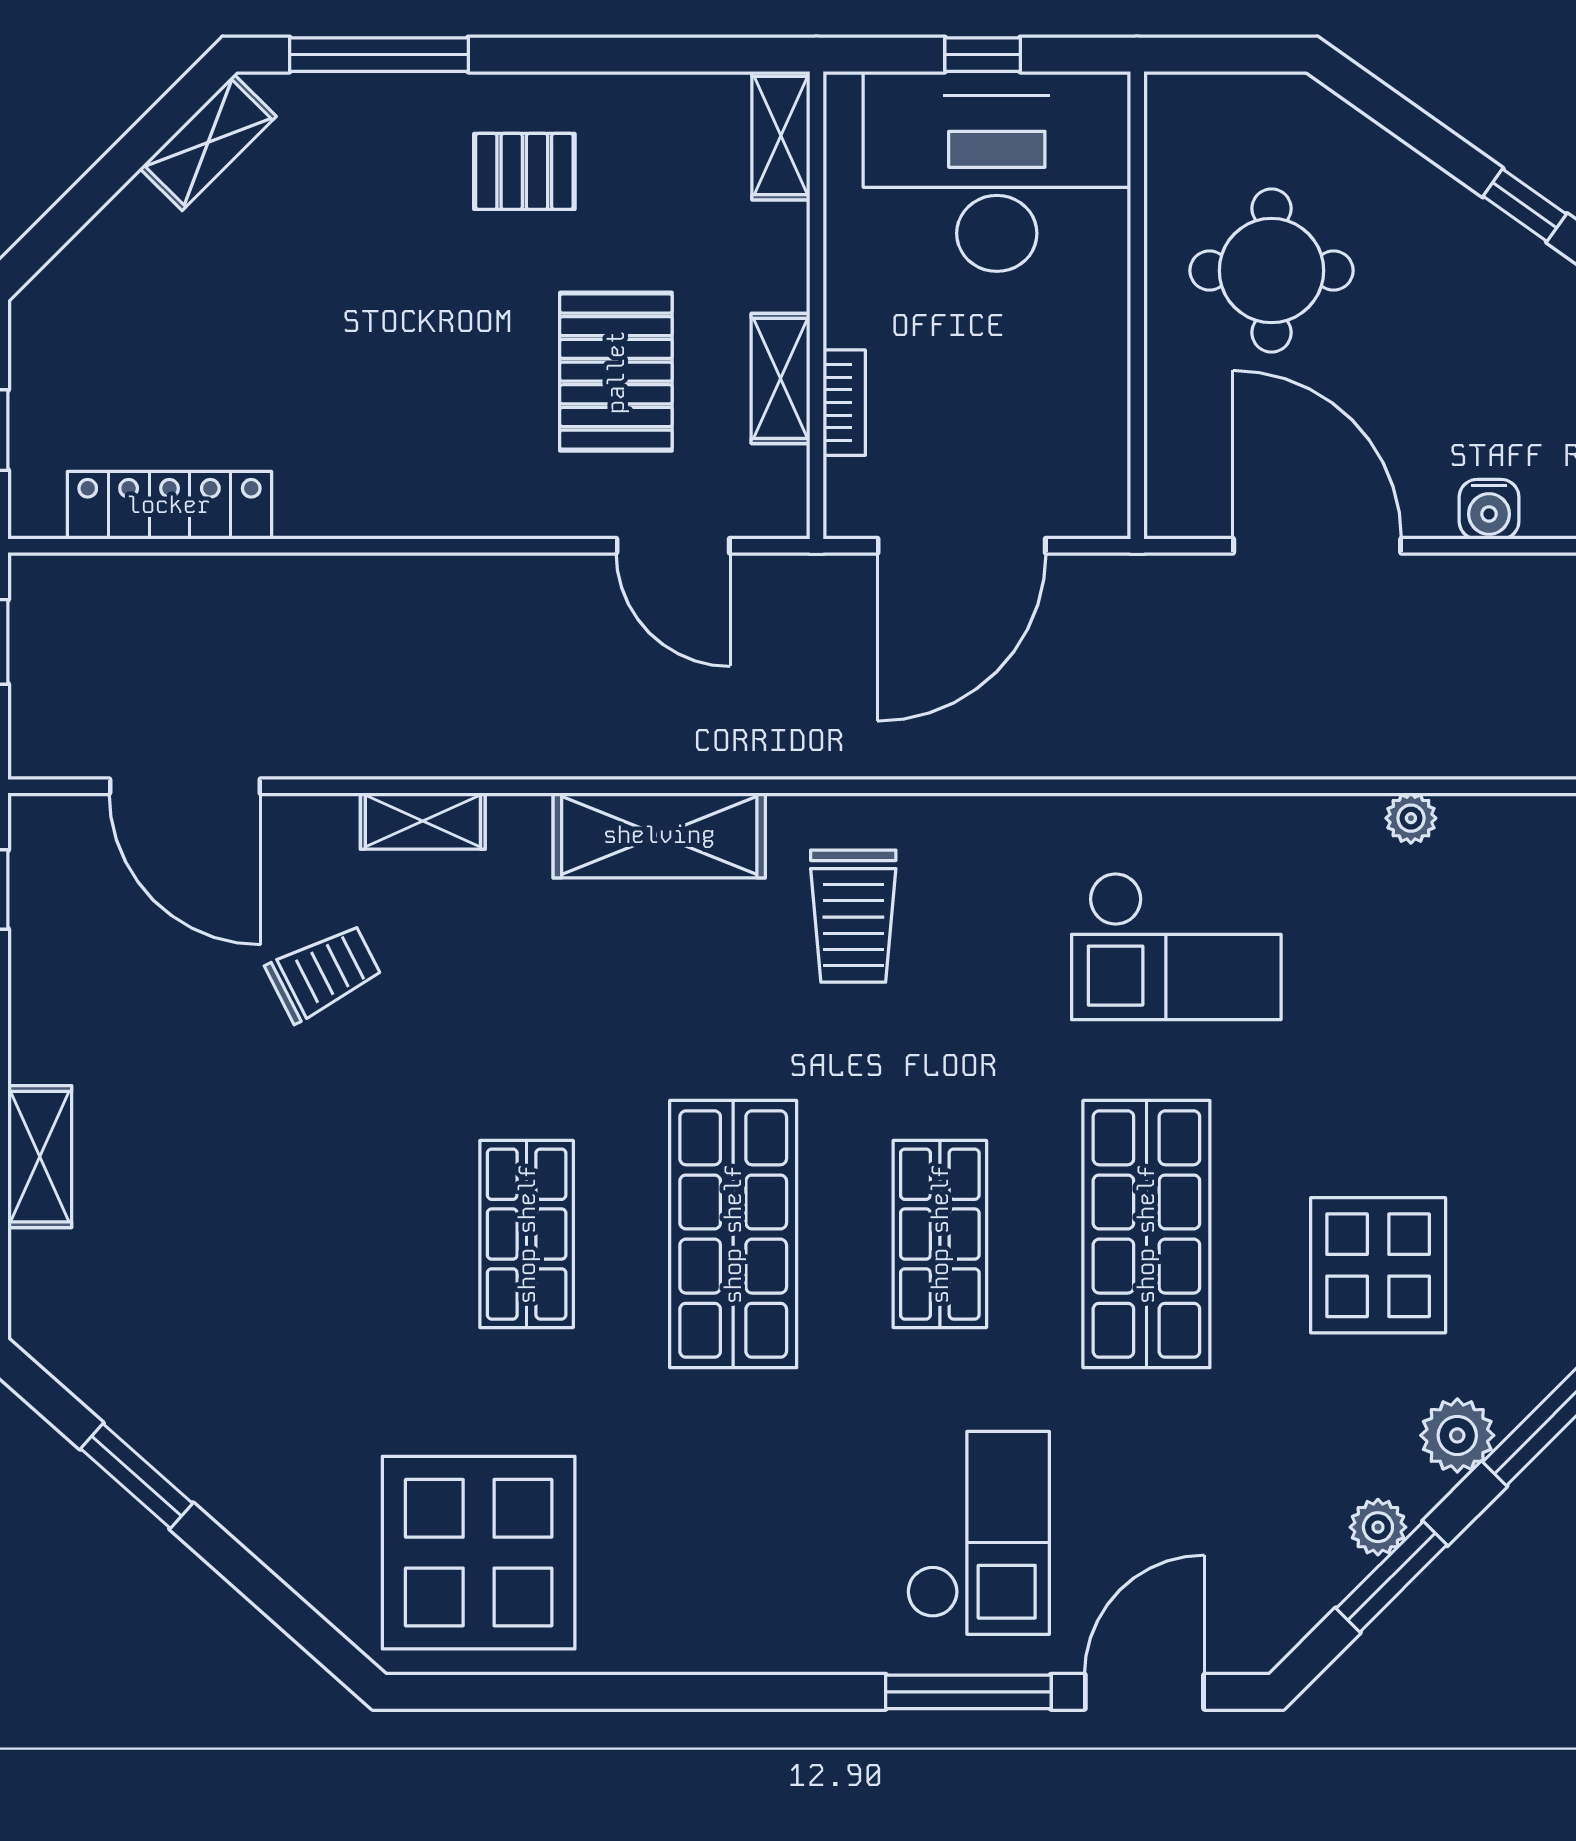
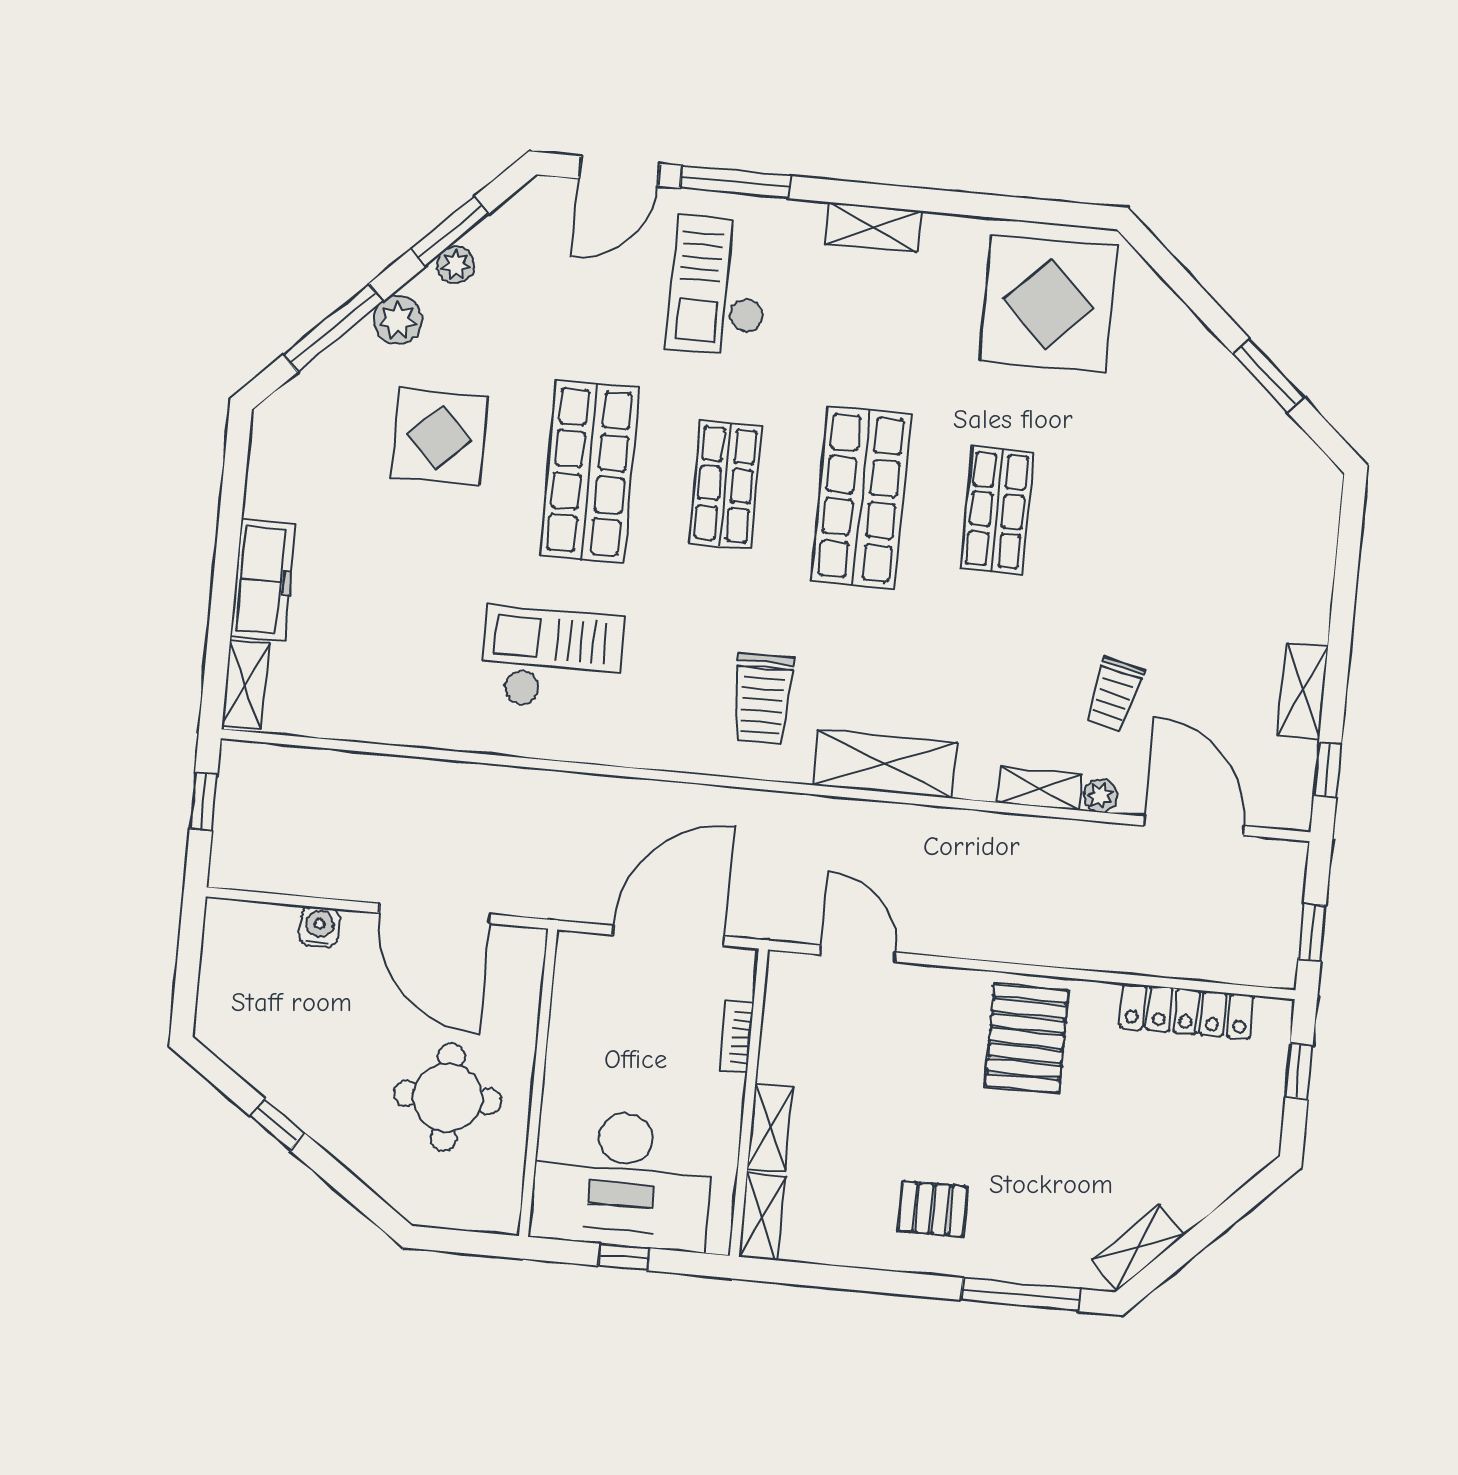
pallet: (616, 372) -> (1027, 1038), moved
shelving: (780, 378) -> (770, 1128), moved
plant: (1411, 818) -> (1101, 796), moved
trolley: (853, 916) -> (763, 699), turned 180
trolley: (324, 973) -> (1114, 695), turned -50
shelving: (40, 1157) -> (1303, 691), moved
shelving: (754, 1643) -> (873, 227), added

